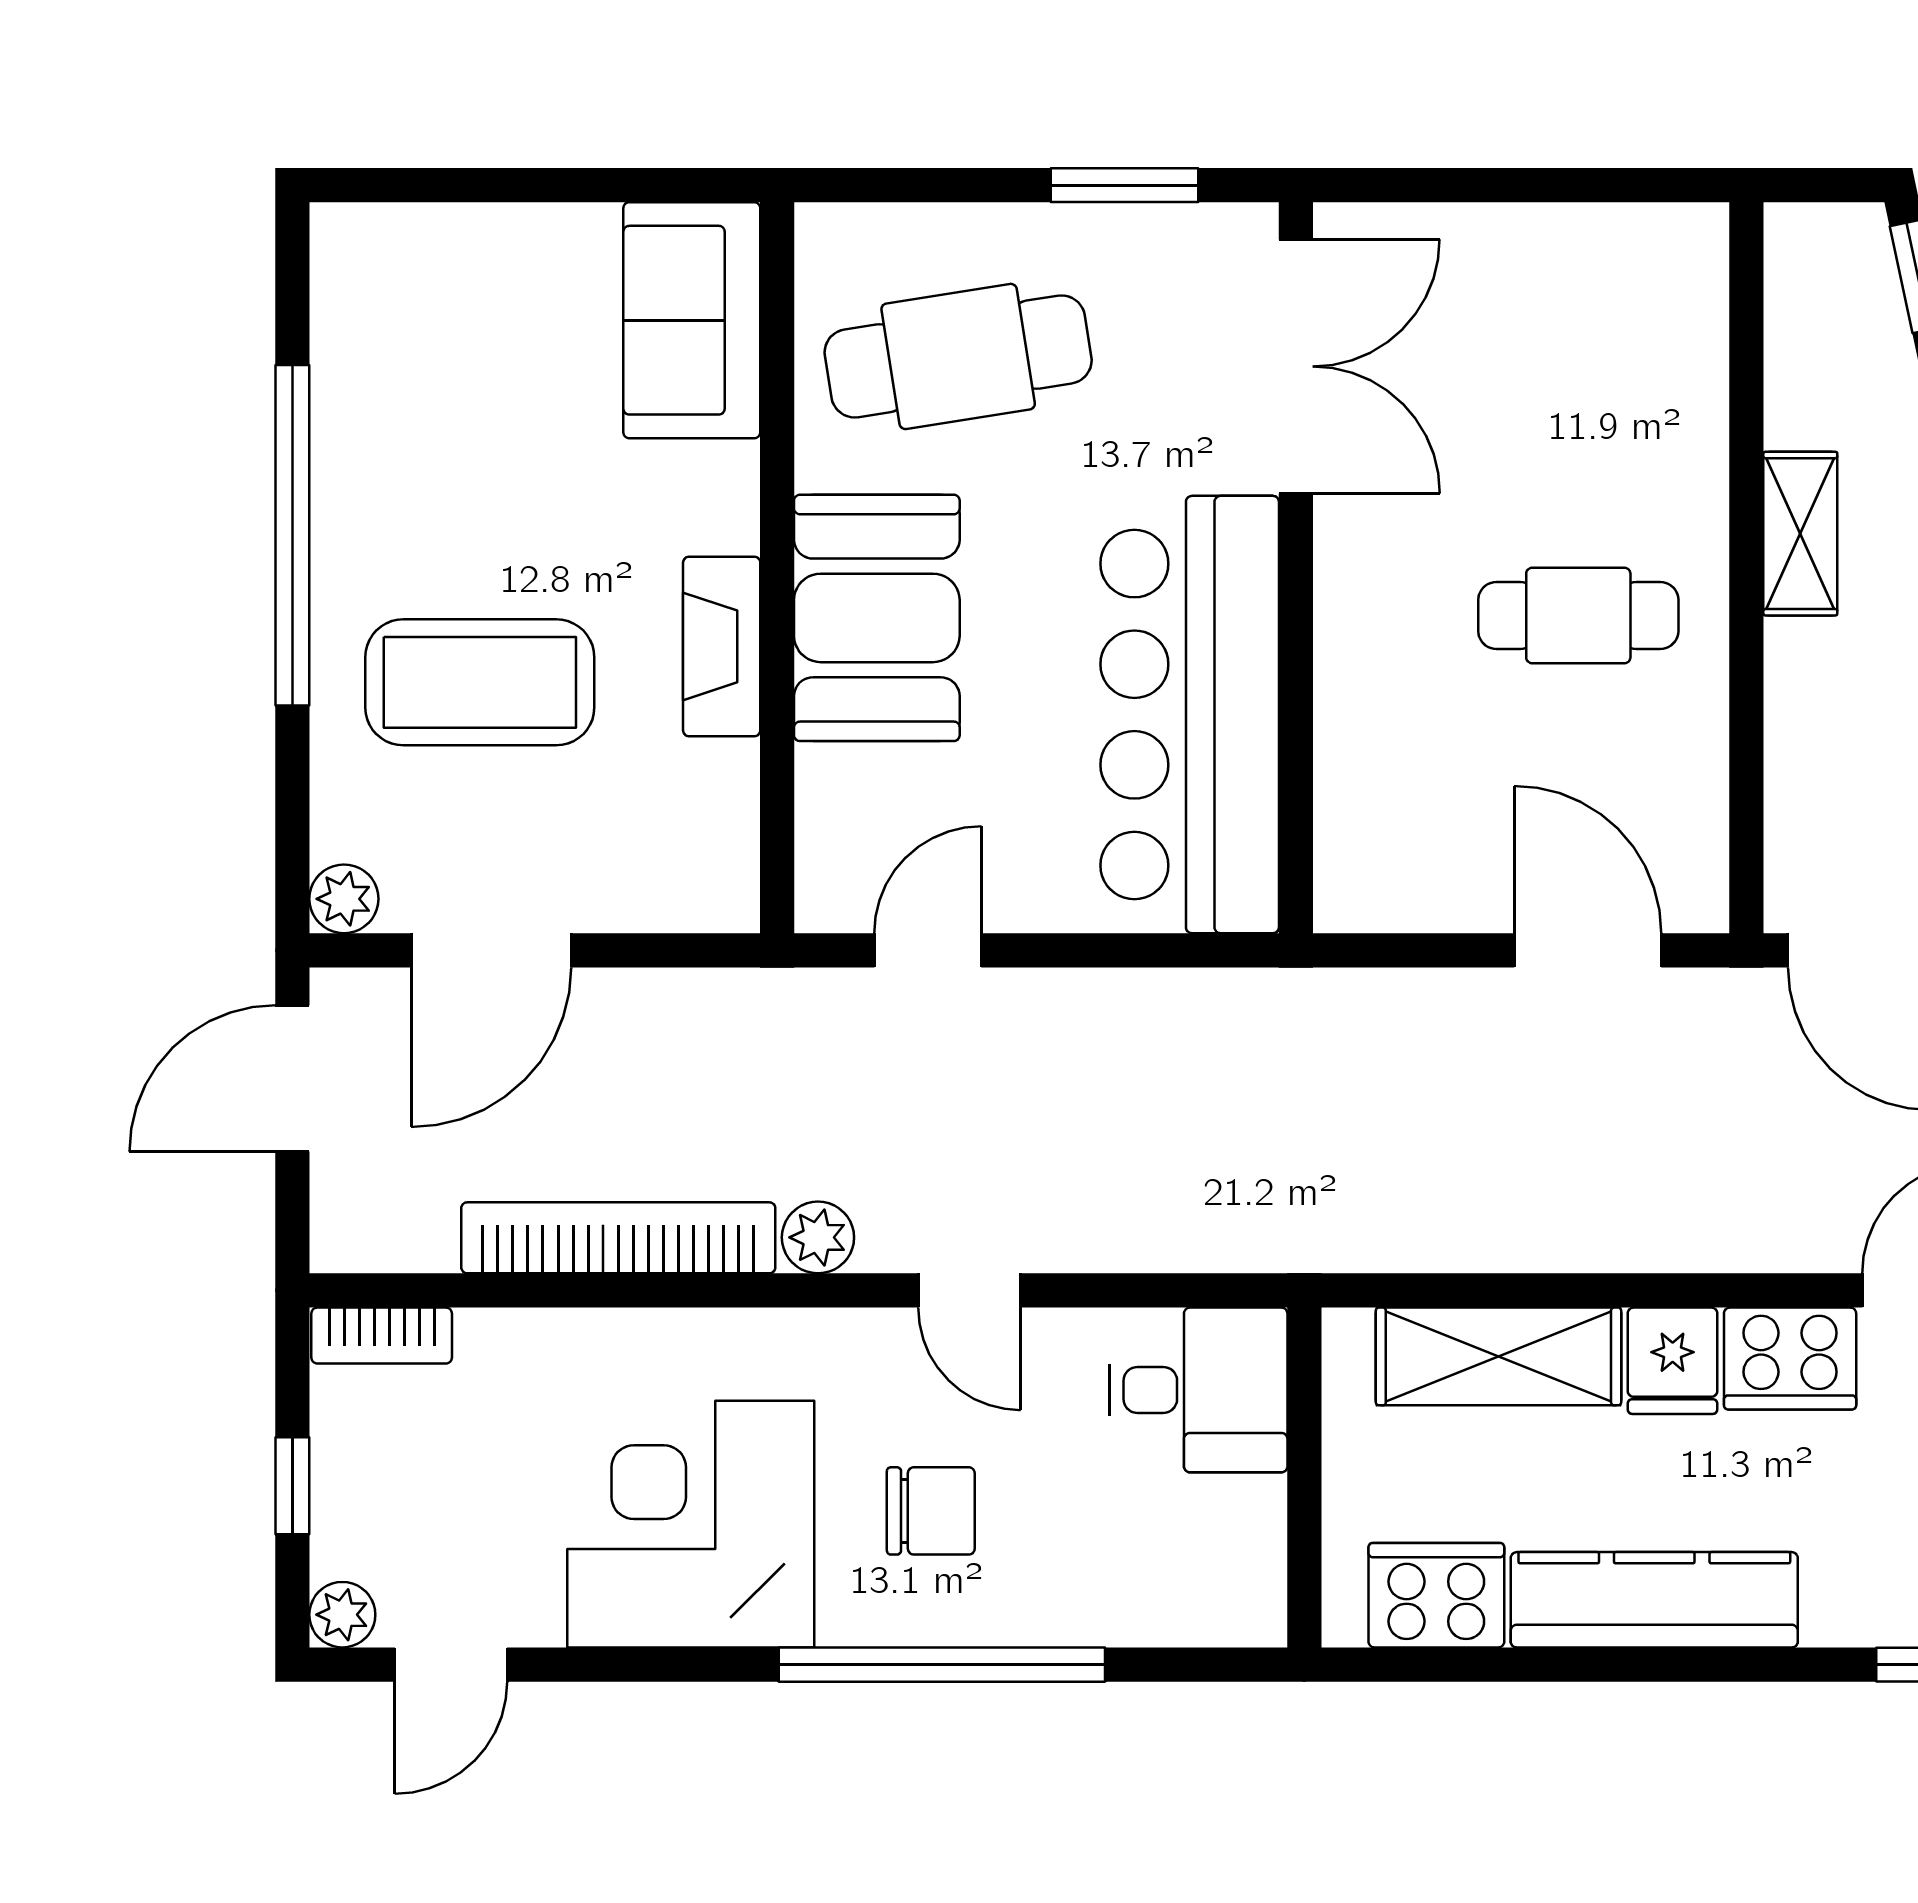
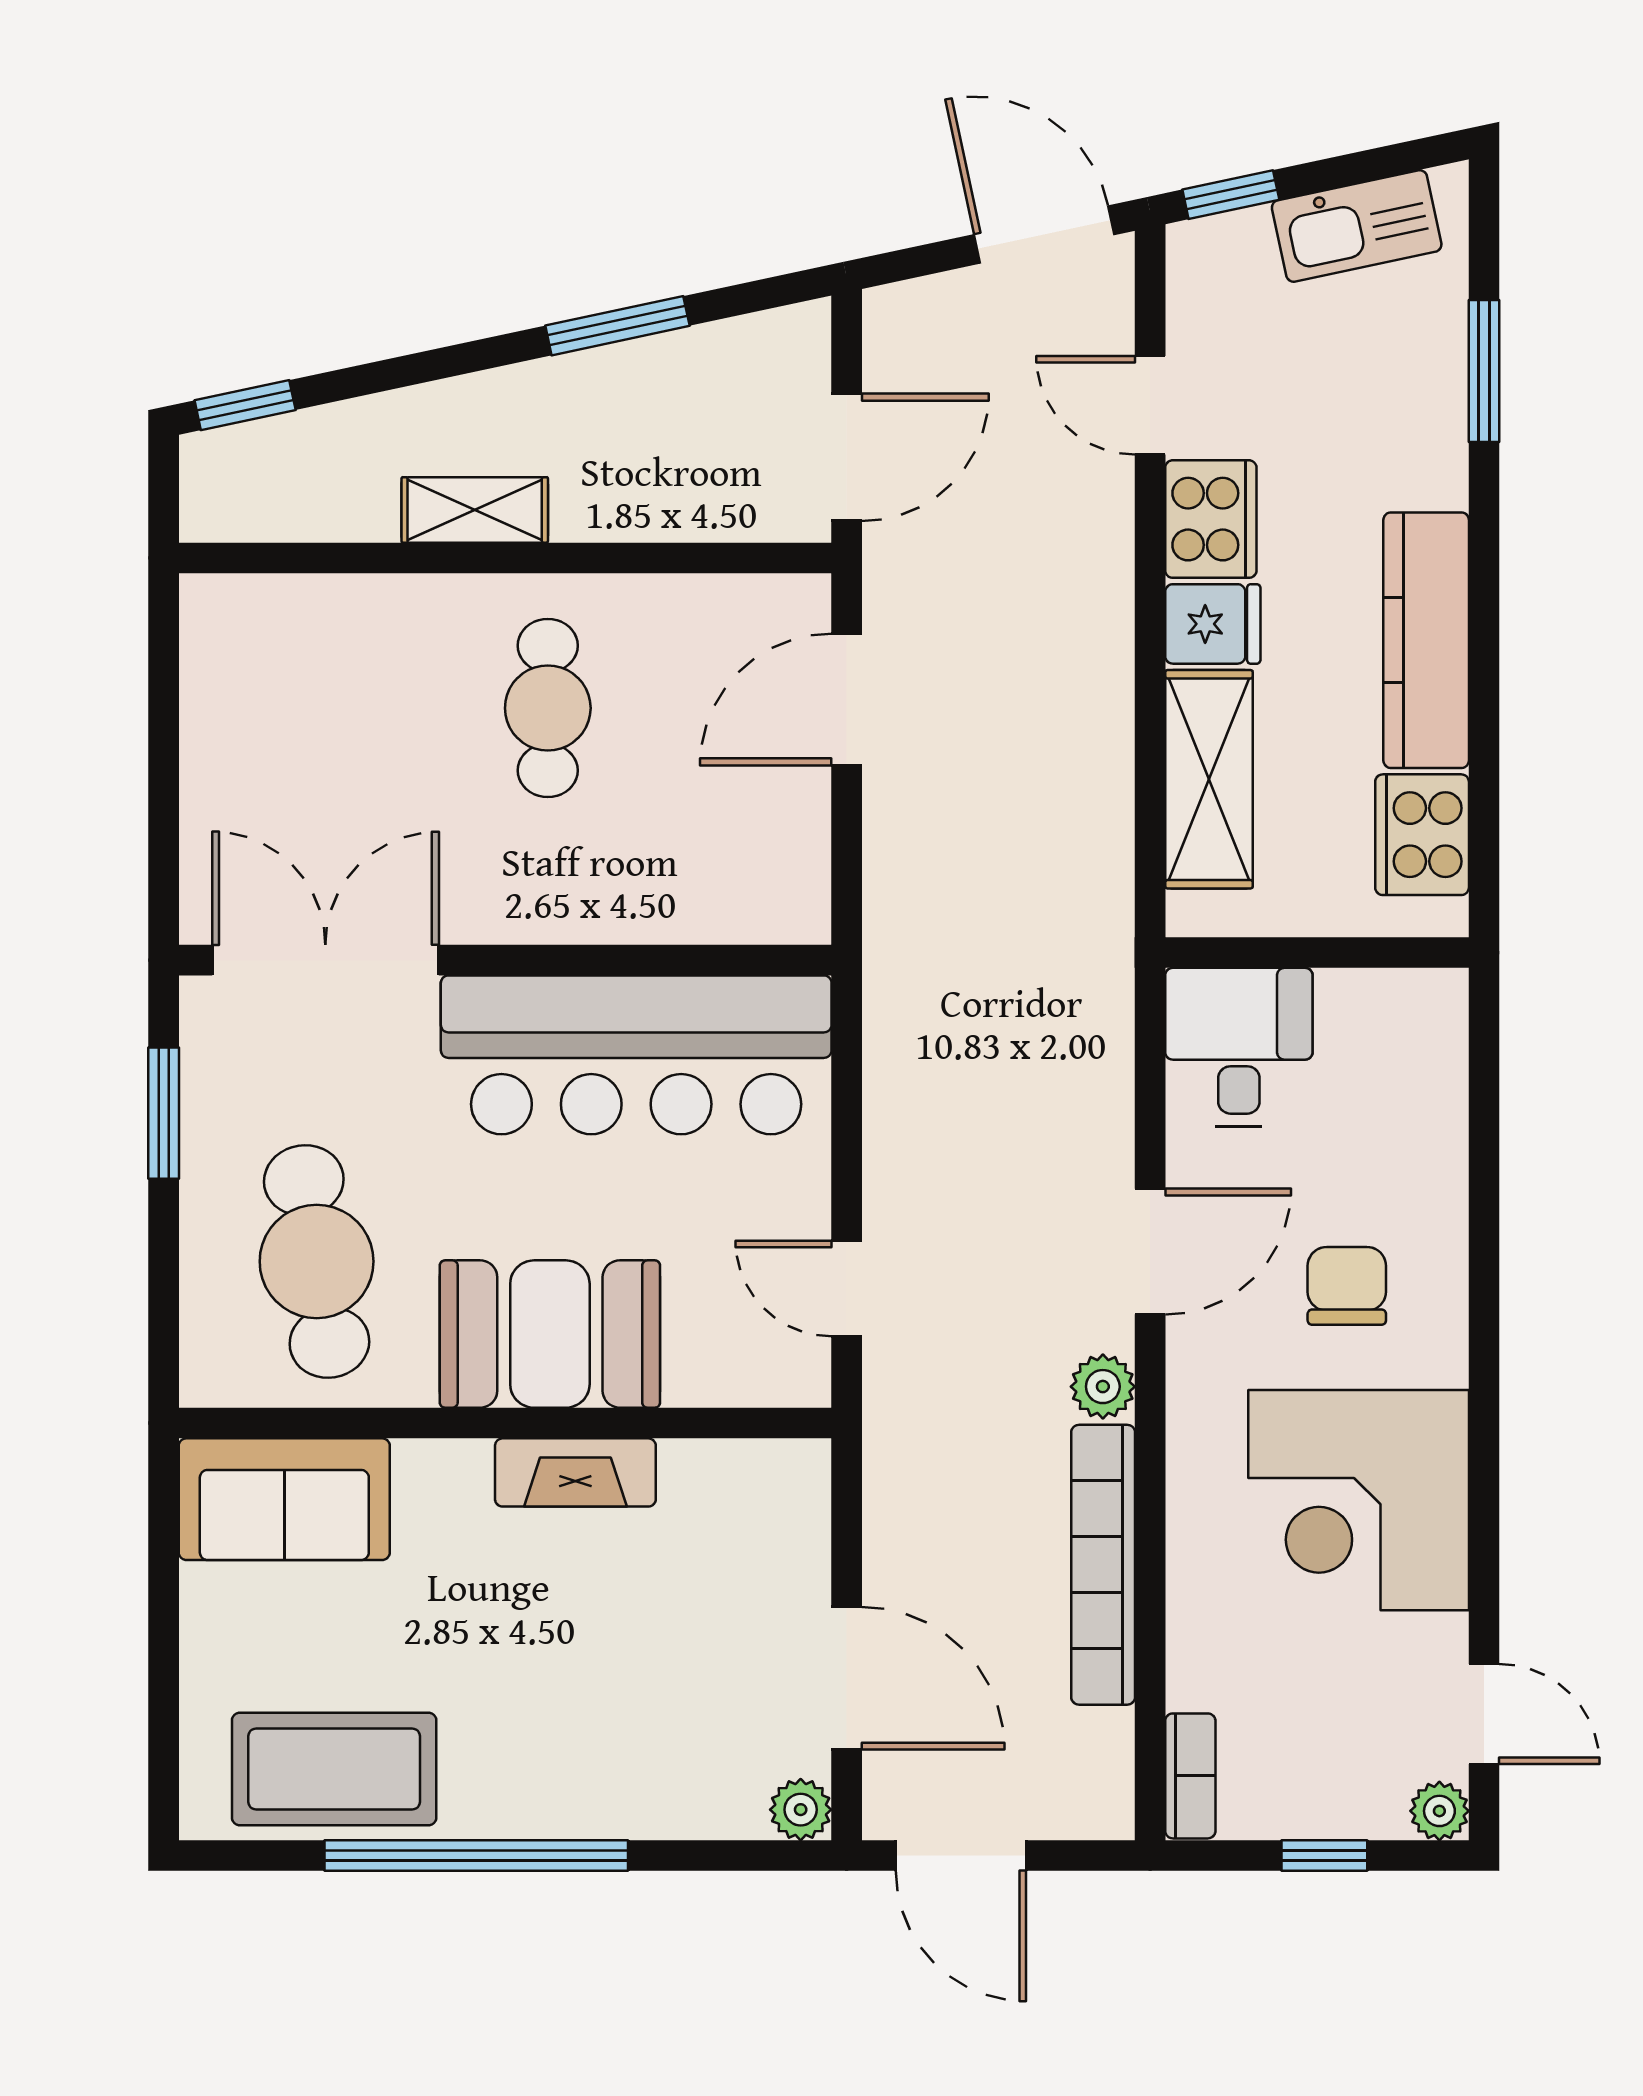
coffee table: (480, 682) -> (334, 1769), moved, turned 90
door: (969, 1290) -> (1150, 1251), width x1.38
window: (942, 1665) -> (1484, 1276), removed

